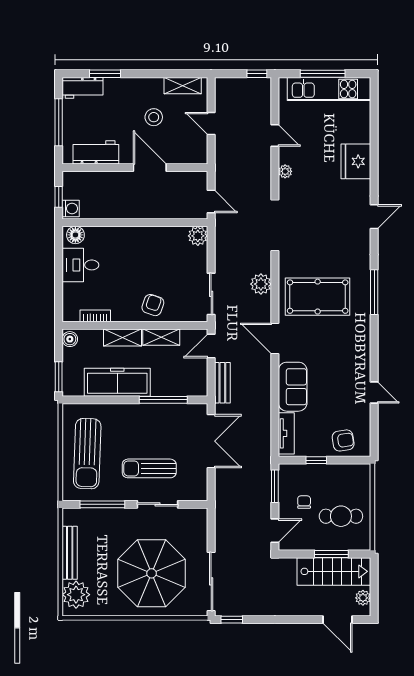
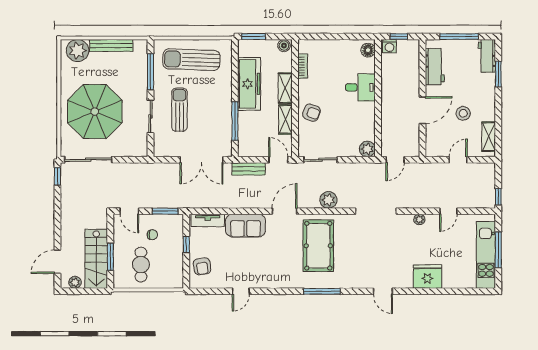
desk: (80, 265) -> (360, 87), moved, turned 90

